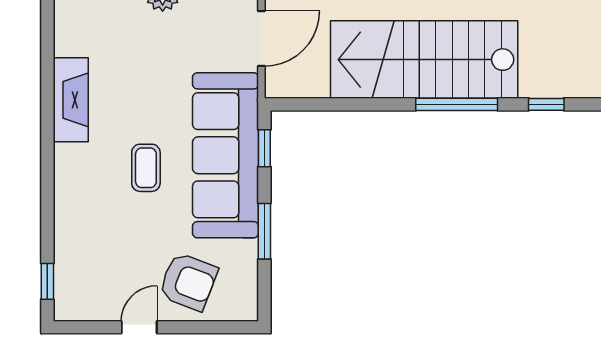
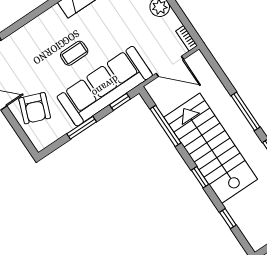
window: (346, 104) -> (166, 126), added
window: (457, 104) -> (200, 177), width x0.46

